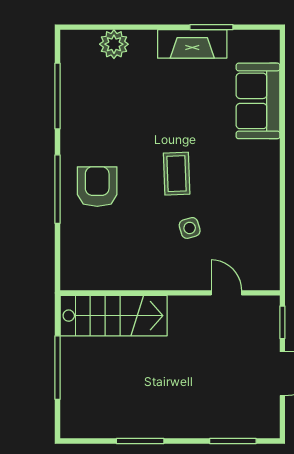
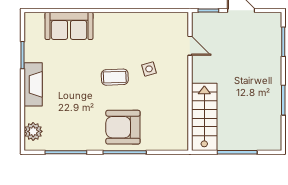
plant: (114, 44) -> (33, 131), moved
fireplace: (192, 44) -> (33, 84), moved
armchair: (97, 187) -> (123, 127), width x1.36, depth x1.36
door: (226, 293) -> (190, 46), swing flipped

